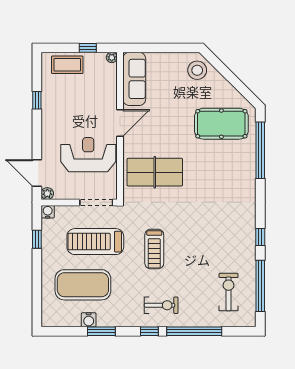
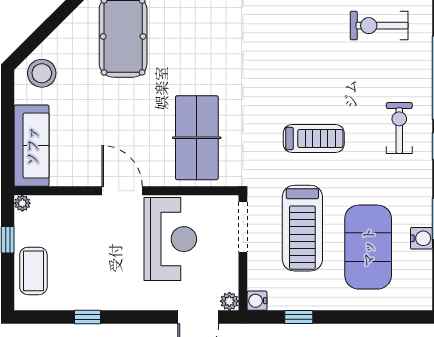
sofa: (134, 79) -> (32, 146), moved, turned 90
reception desk: (88, 155) -> (170, 239), turned 180

